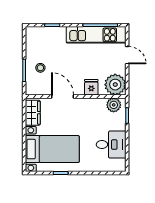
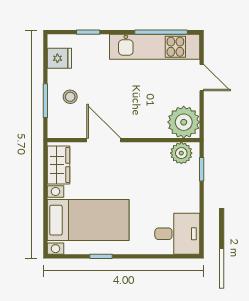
fridge: (91, 87) -> (59, 58), moved, turned 90
desk: (111, 145) -> (177, 234), moved

